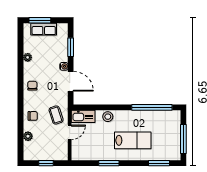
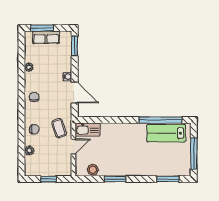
window: (71, 47) -> (75, 46), moved
stool: (108, 117) -> (93, 170), moved
lab bench: (133, 140) -> (166, 133), moved, turned 180

